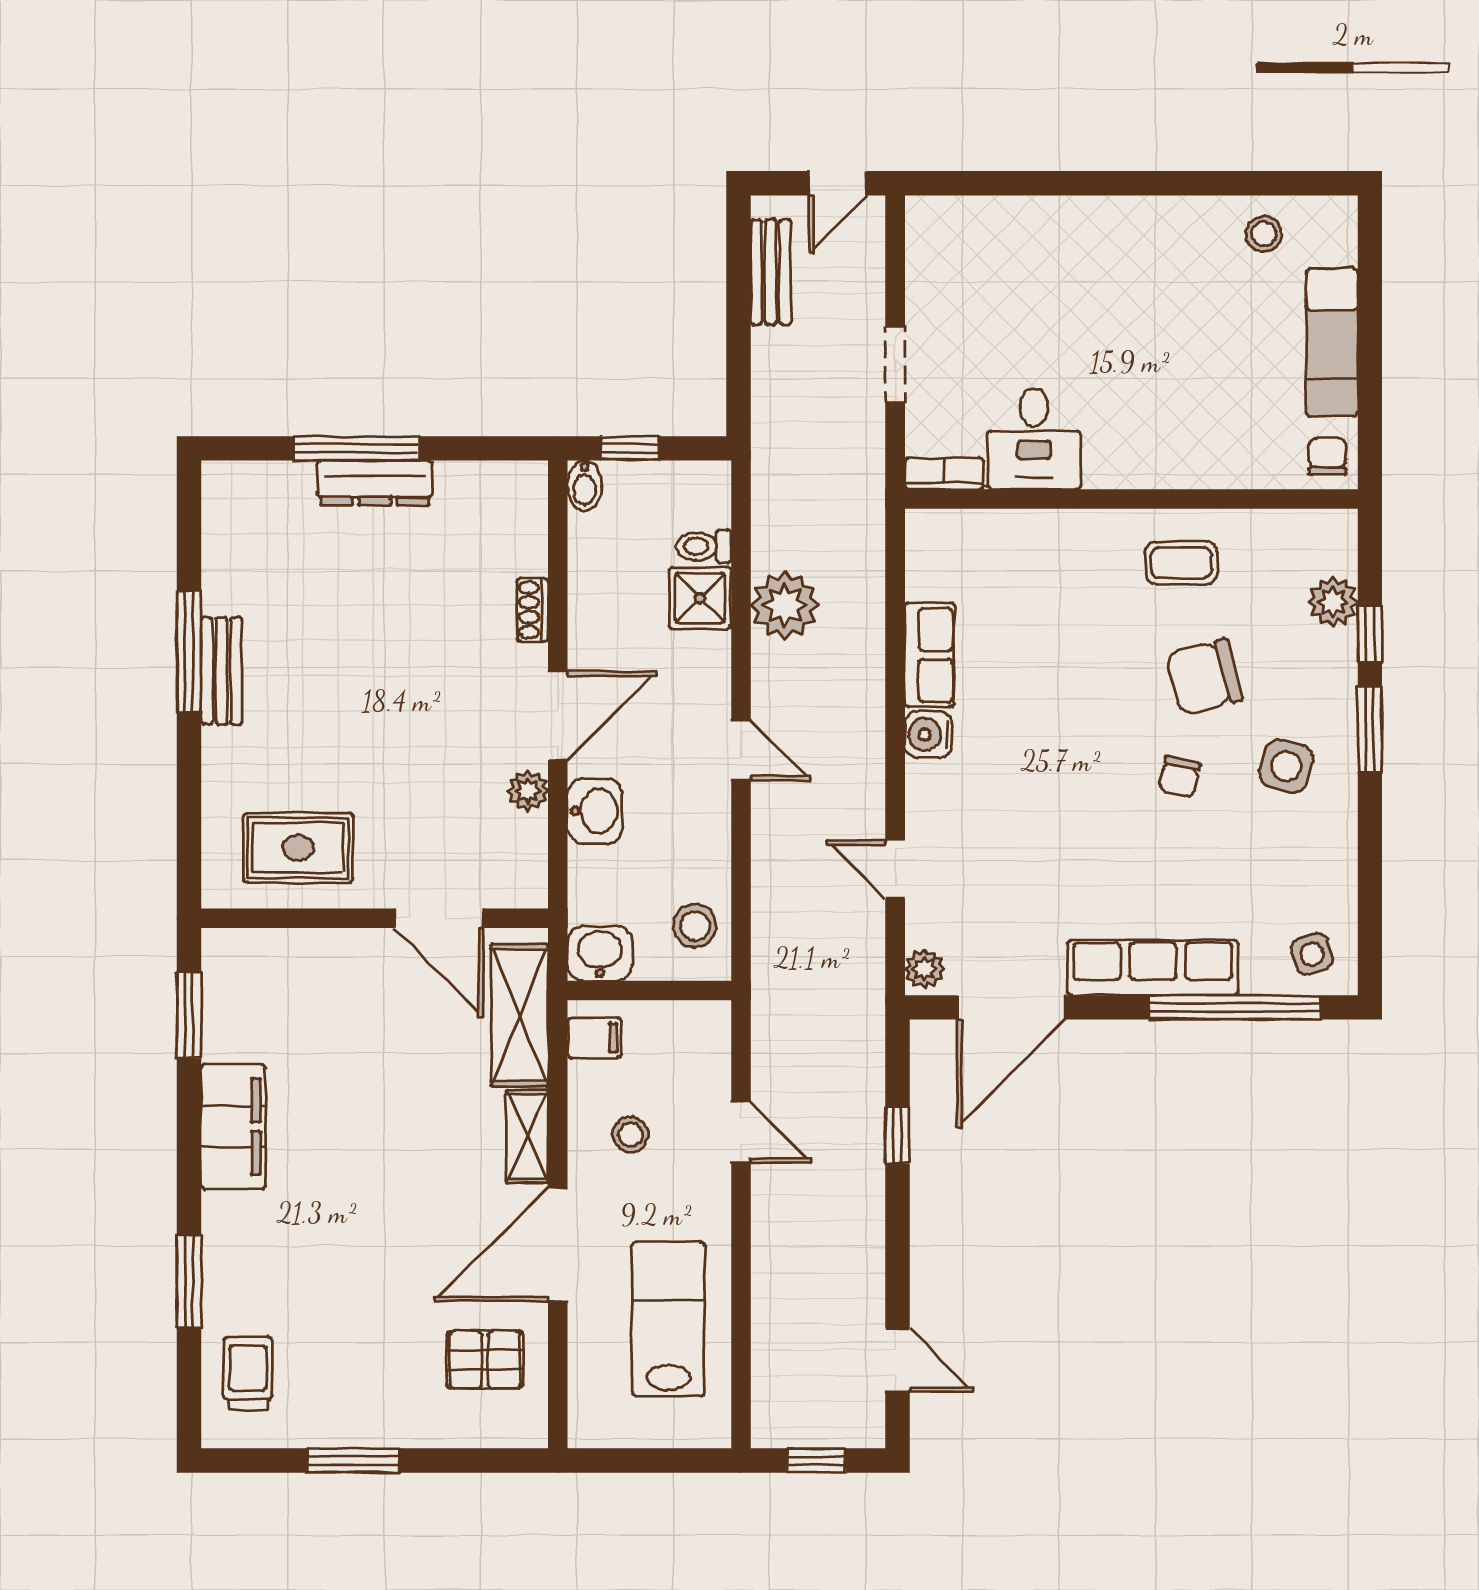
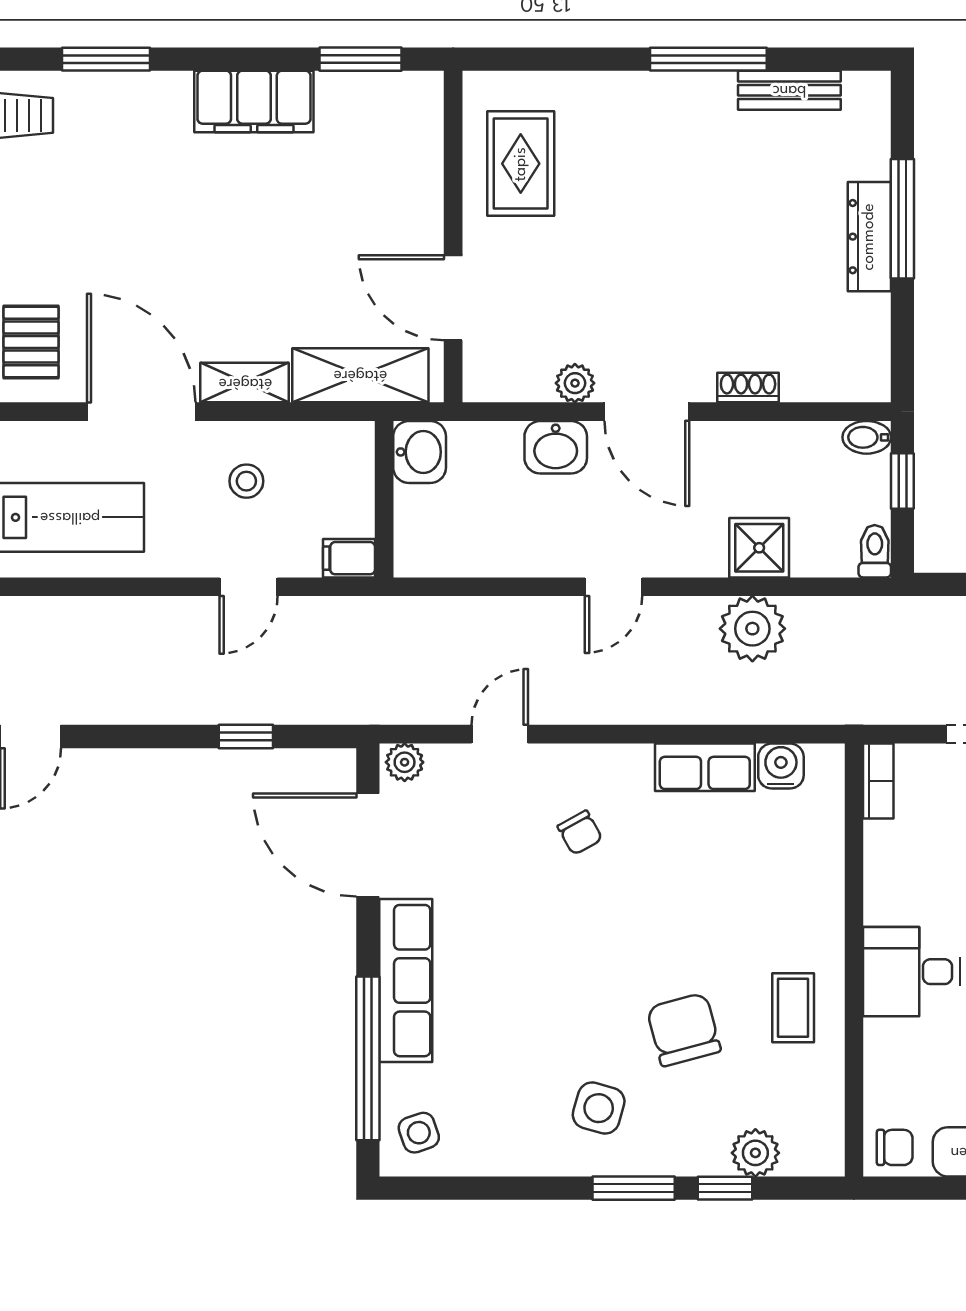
desk: (1034, 439) -> (911, 972), moved
toilet: (704, 546) -> (875, 551), moved
bench: (222, 671) -> (789, 90), moved
water cooler: (928, 735) -> (781, 766), moved
chair: (1179, 777) -> (580, 833), moved, turned -132
door: (439, 918) -> (453, 298), hinge flipped
stool: (695, 926) -> (446, 543), removed
filing cabinet: (594, 1038) -> (349, 558), moved, turned 90

